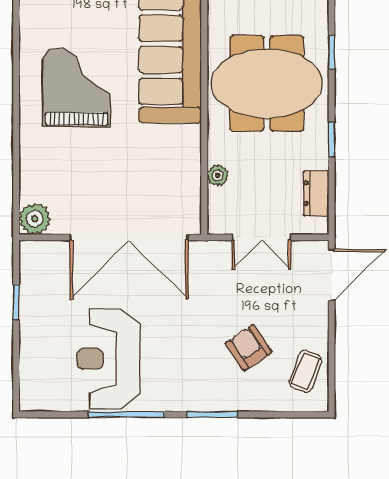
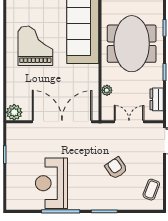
meeting table: (267, 83) -> (132, 44), turned 90
double door: (129, 237) -> (62, 122), swing flipped
double door: (261, 237) -> (129, 122), swing flipped
armchair: (249, 348) -> (116, 168), moved

